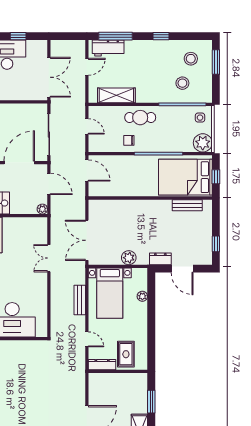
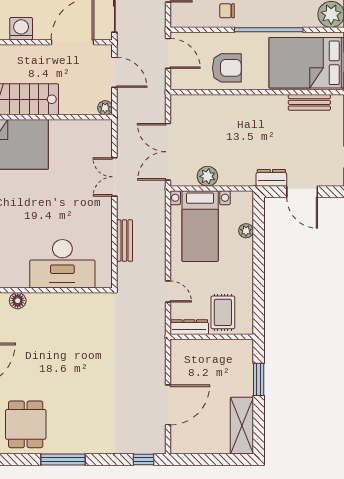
armchair: (129, 181) -> (227, 68), added
plant: (129, 258) -> (207, 176), moved
bench: (80, 300) -> (124, 241), moved

